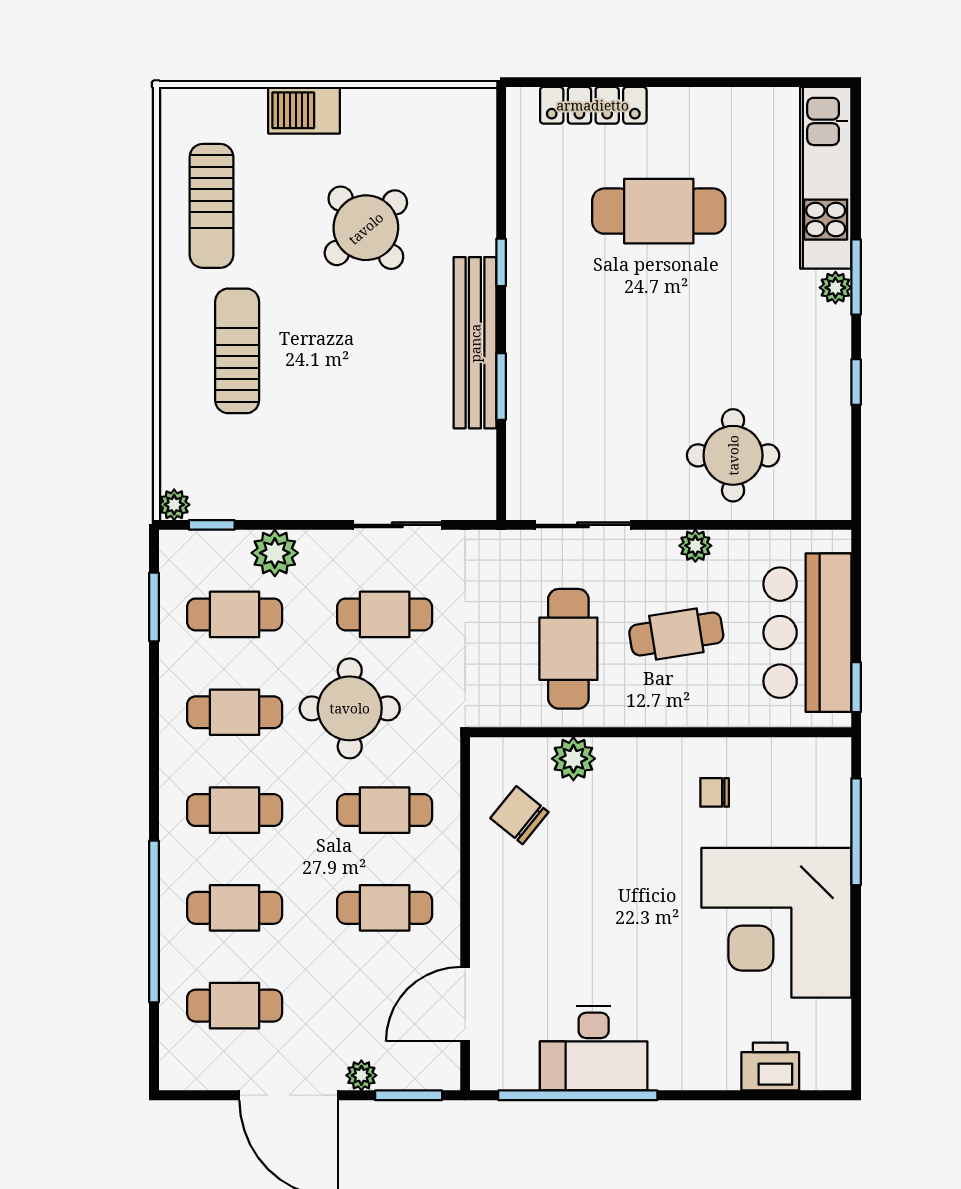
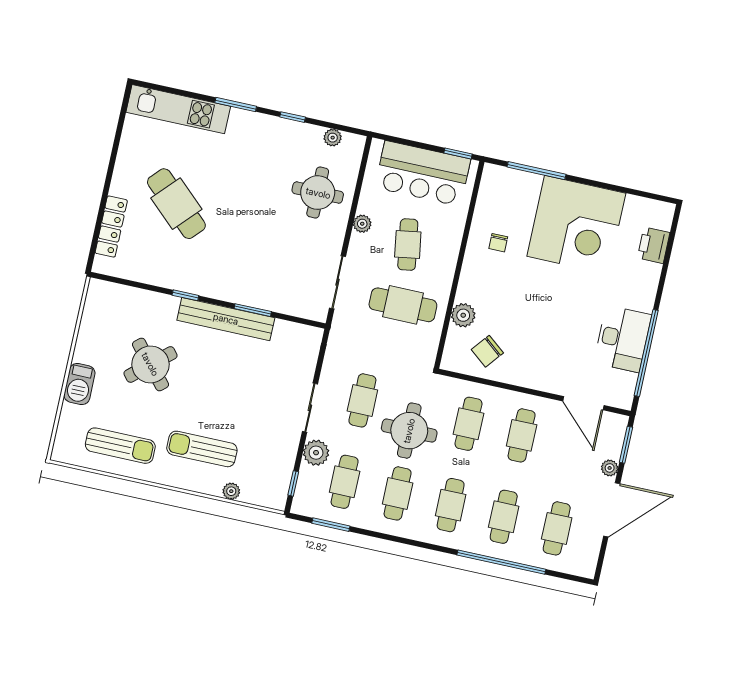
cafe table: (659, 211) -> (176, 204), turned -47
plant: (835, 288) -> (333, 138), moved
plant: (174, 505) -> (231, 491), moved
sliding door: (397, 525) -> (310, 408), moved

